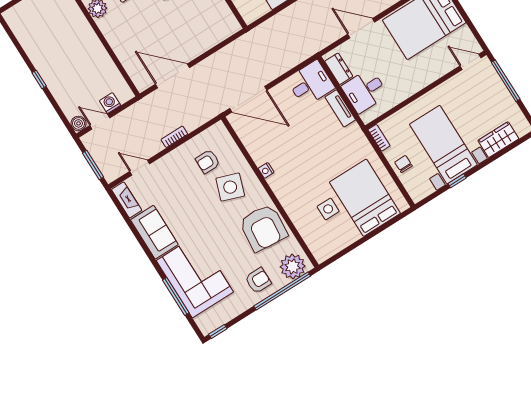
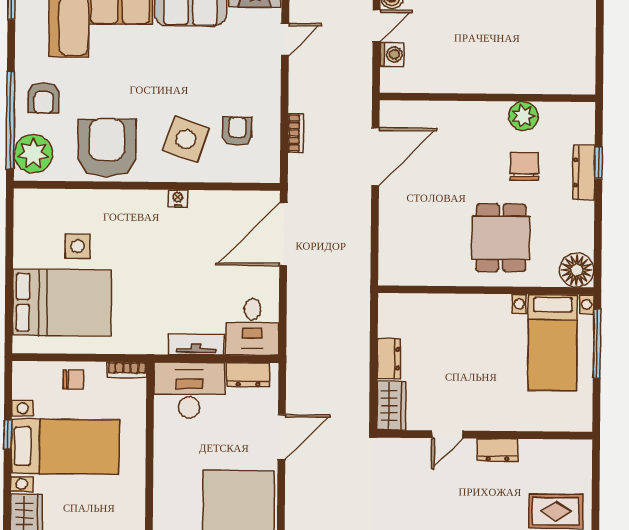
desk: (365, 91) -> (189, 390), width x1.37
bookcase: (174, 137) -> (296, 133), moved
armchair: (263, 228) -> (107, 148), turned 85

